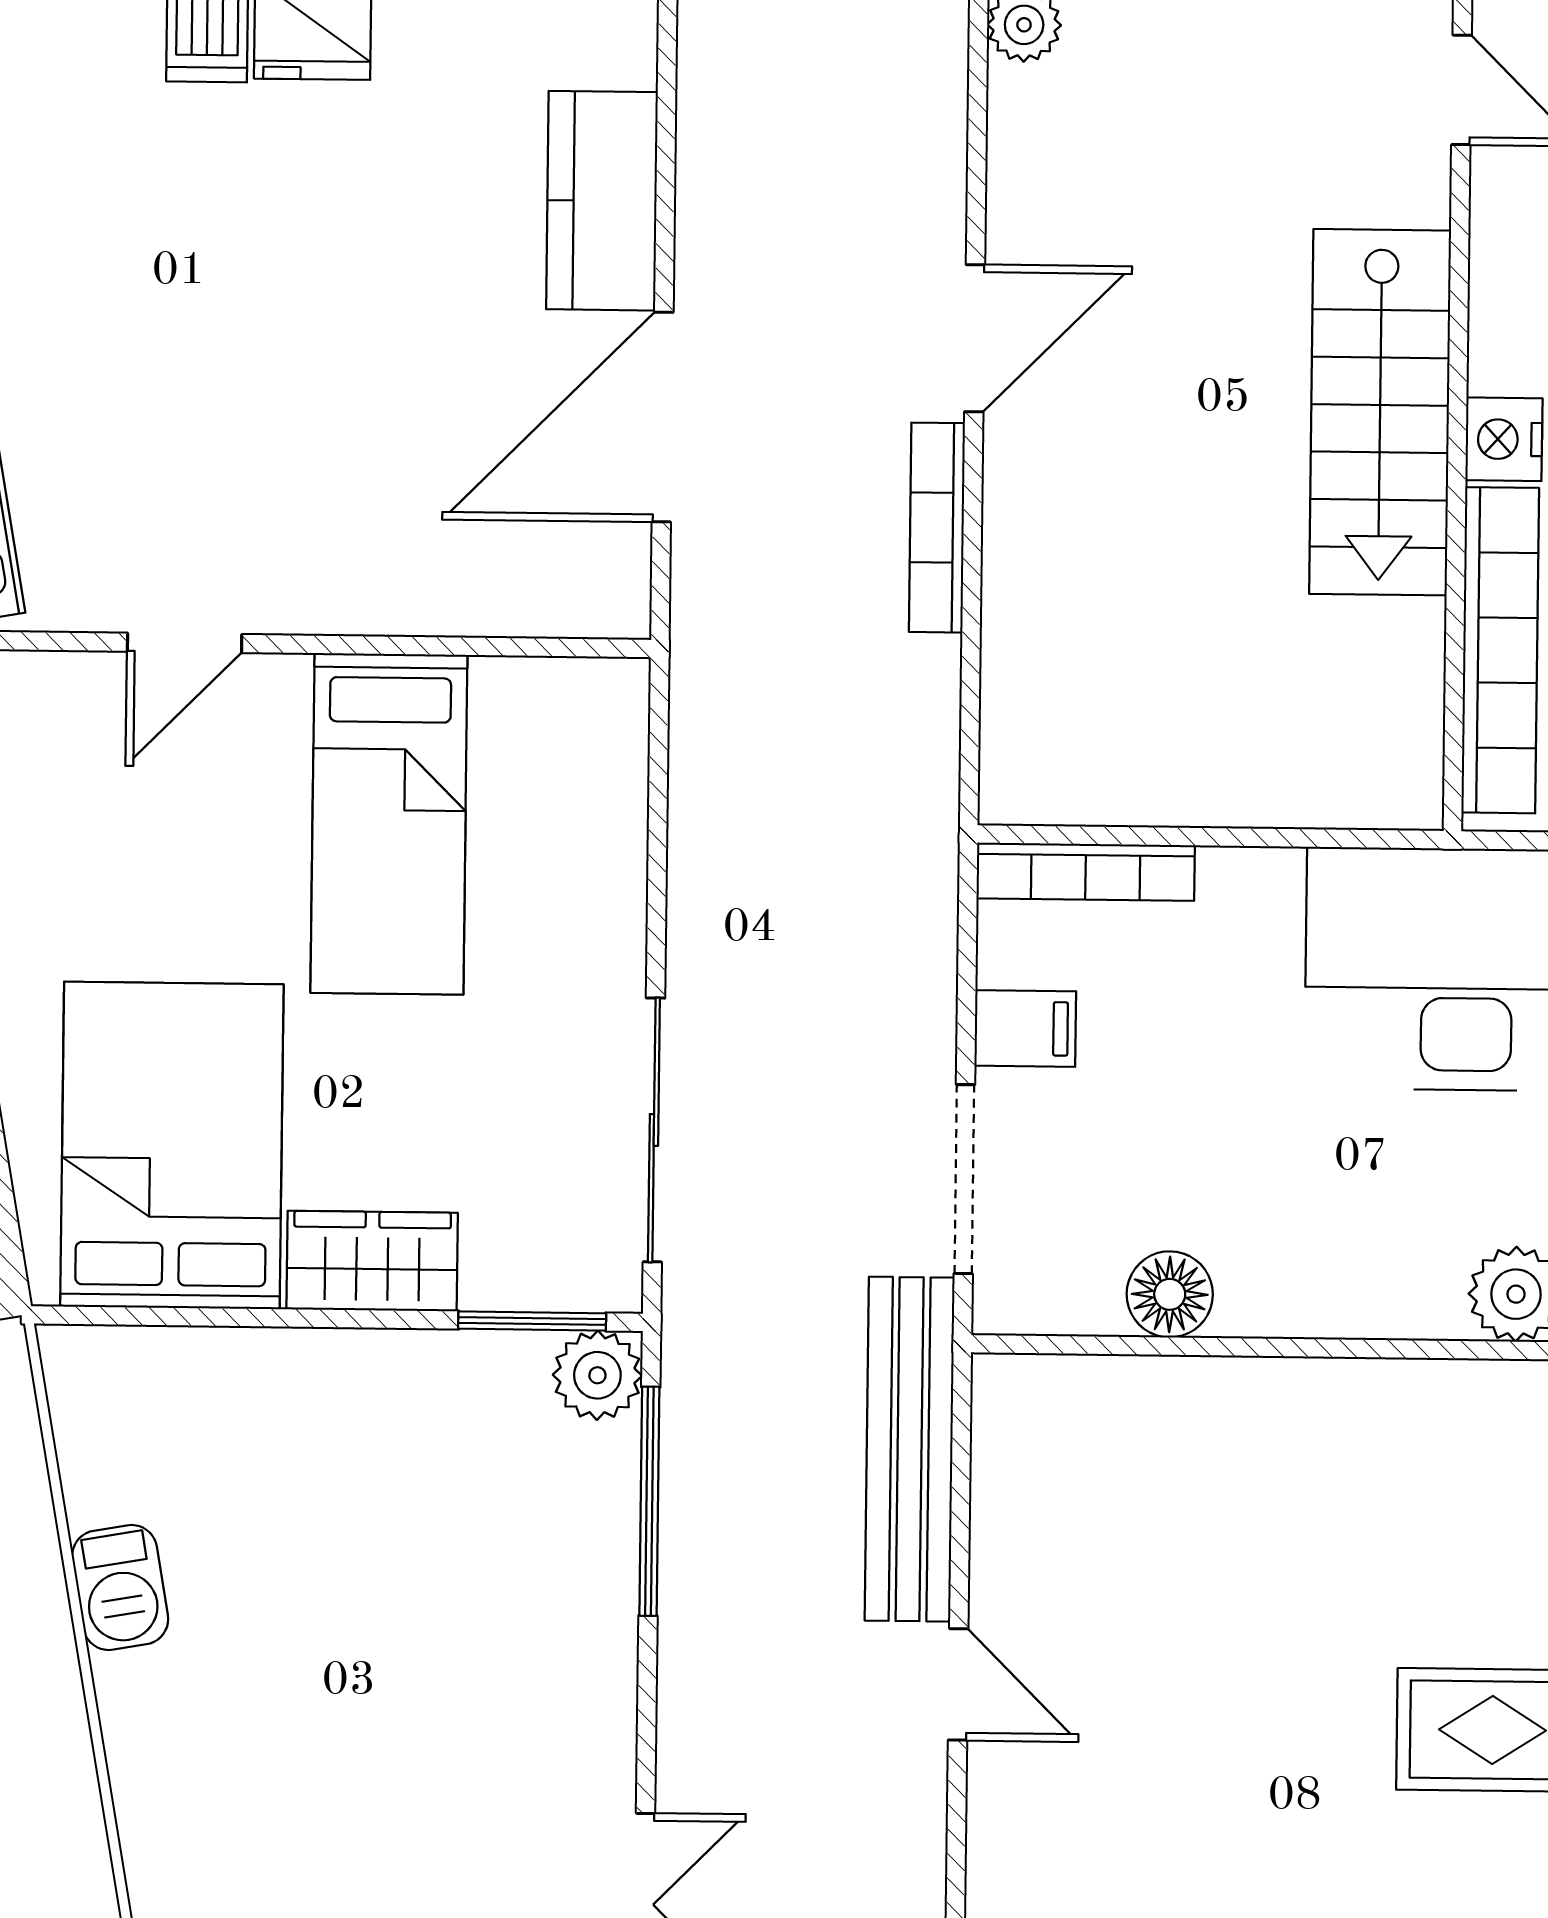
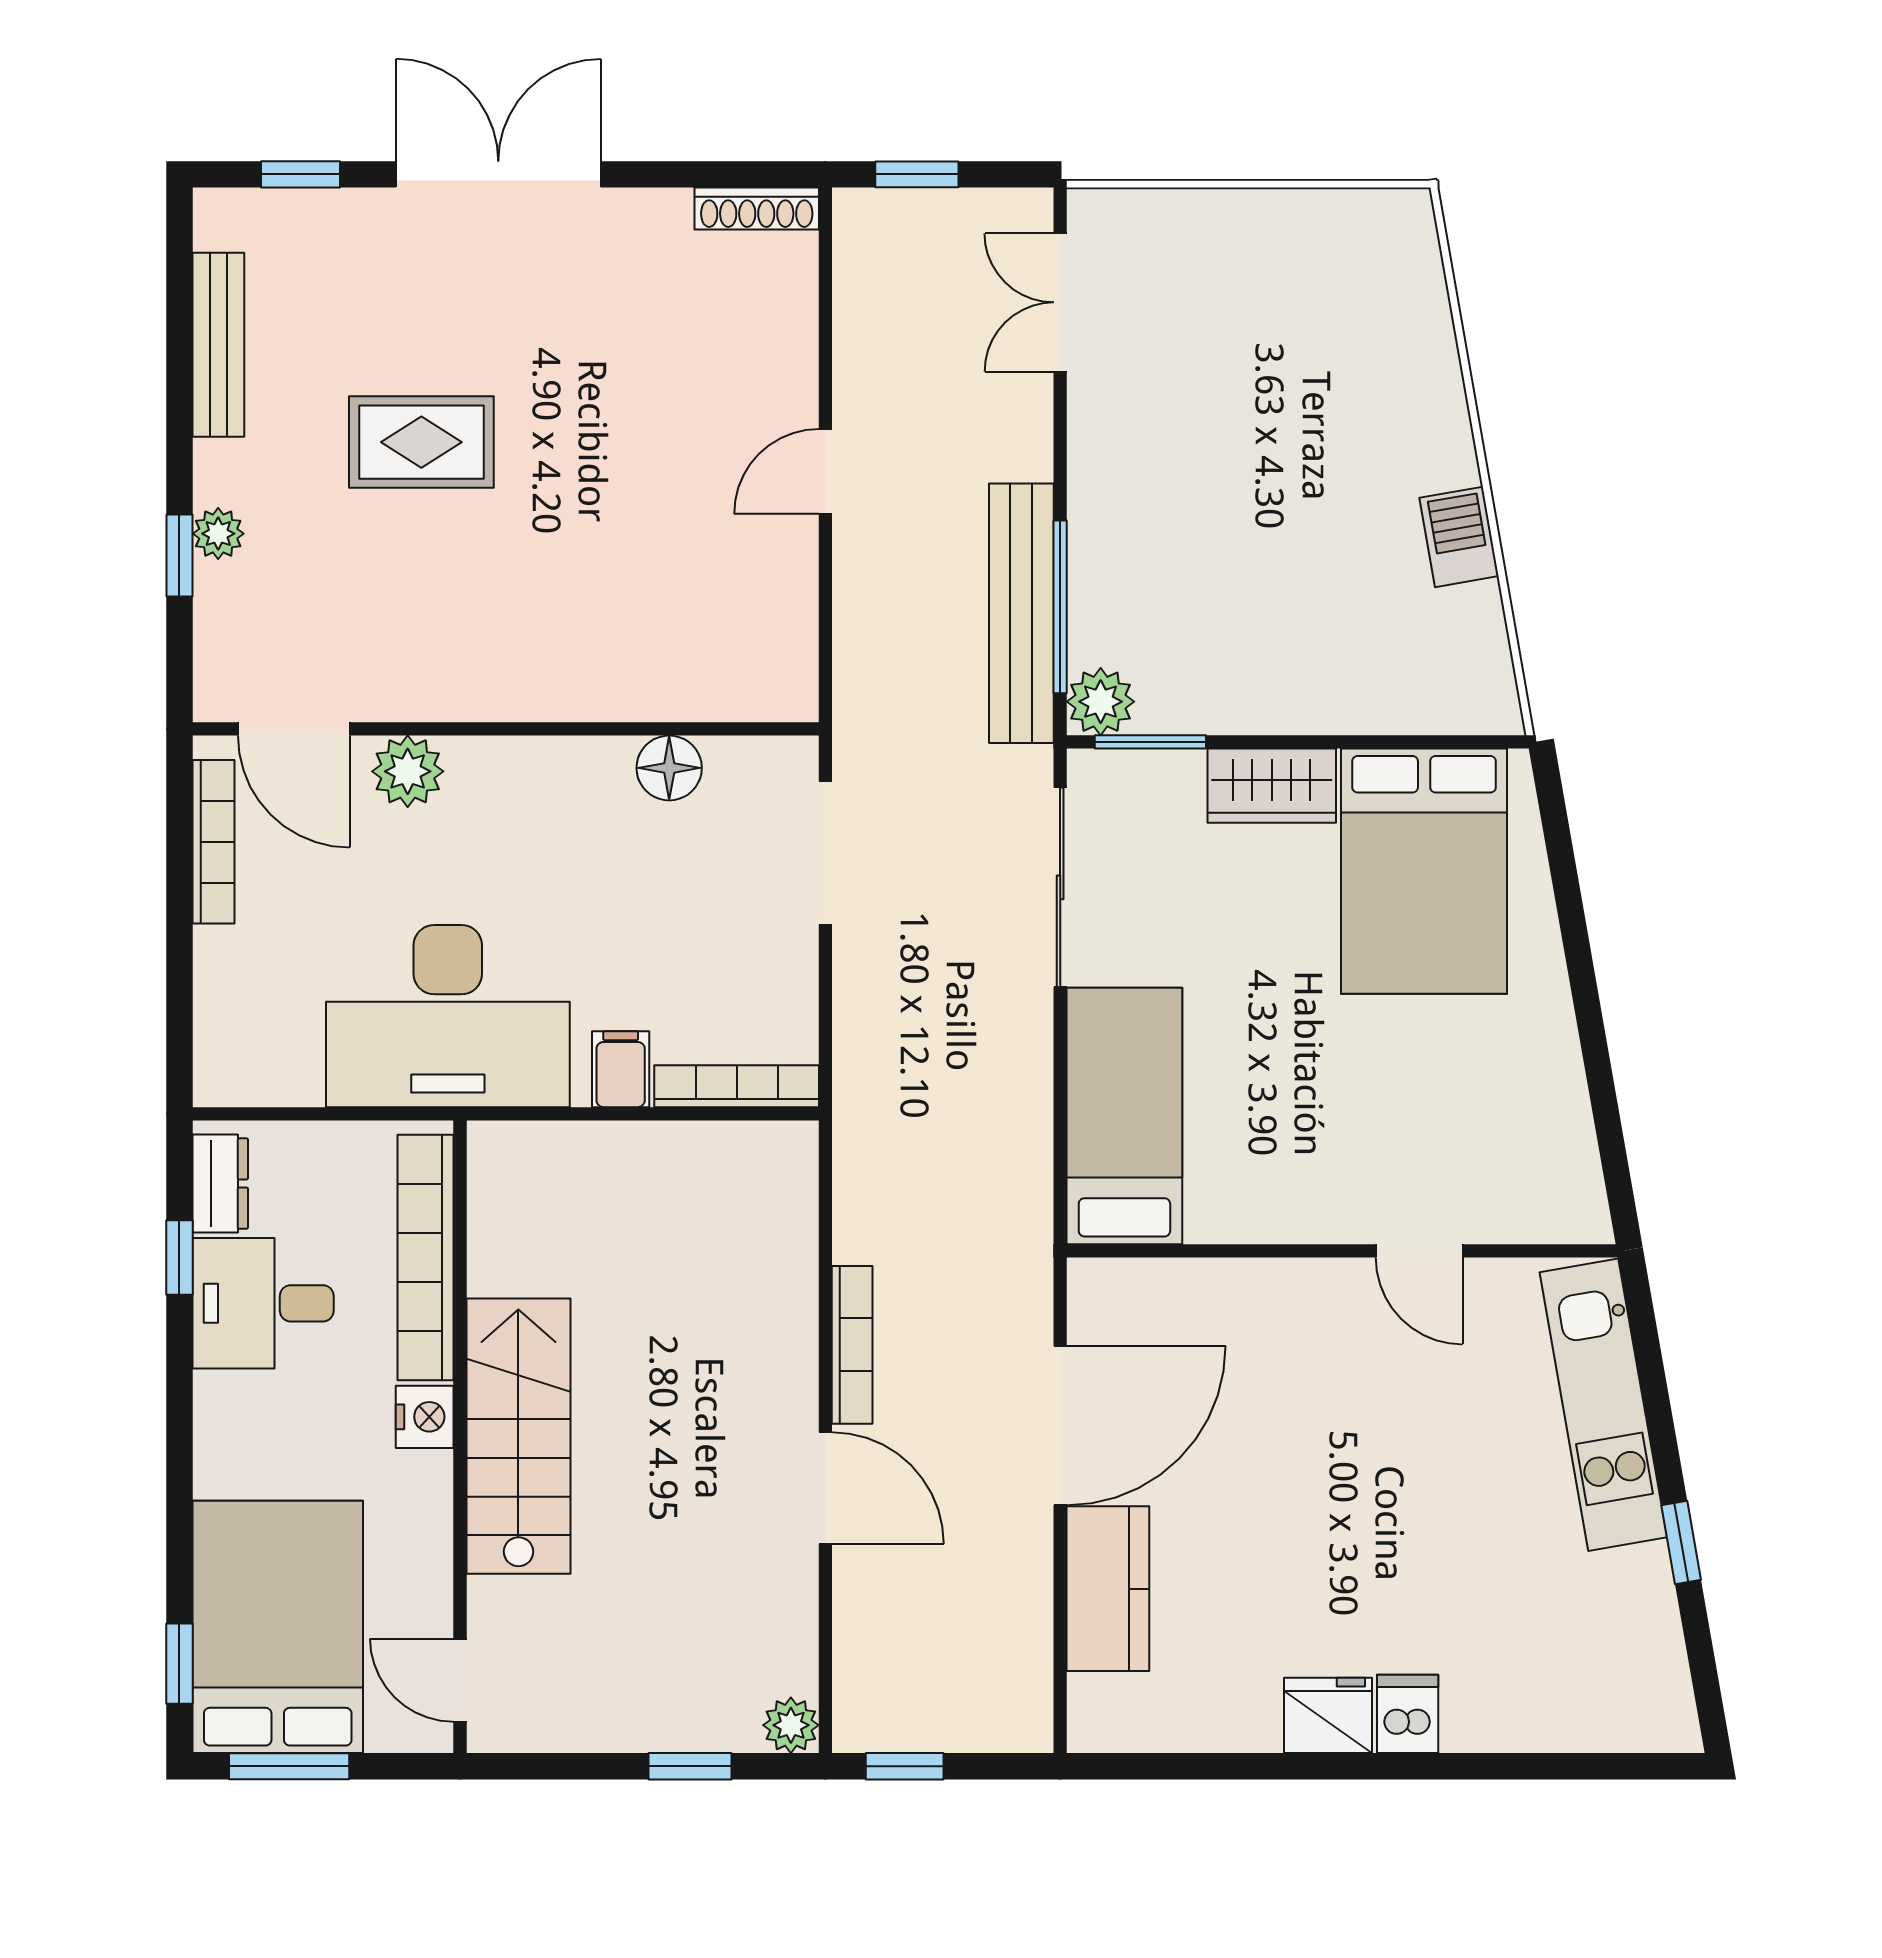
door: (975, 338) -> (825, 1488), swing flipped
door: (185, 643) -> (1419, 1251), swing flipped
bed: (389, 824) -> (1124, 1116), moved
filing cabinet: (1025, 1028) -> (621, 1069), moved, turned 90
bench: (910, 1449) -> (1021, 613), moved
door: (958, 1684) -> (825, 471), hinge flipped

